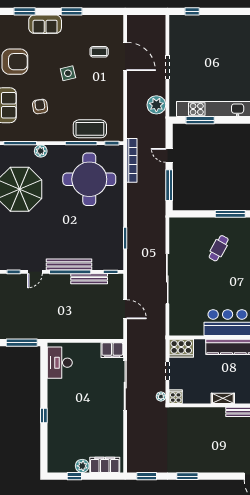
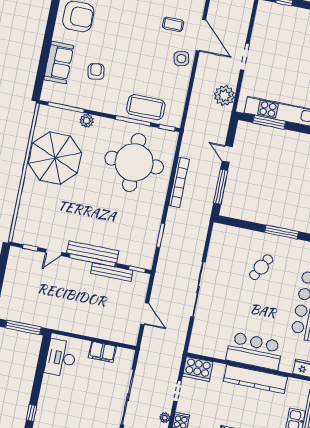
side table: (68, 73) -> (181, 59), moved
bookcase: (132, 160) -> (179, 182), moved
filing cabinet: (112, 350) -> (102, 352), moved

